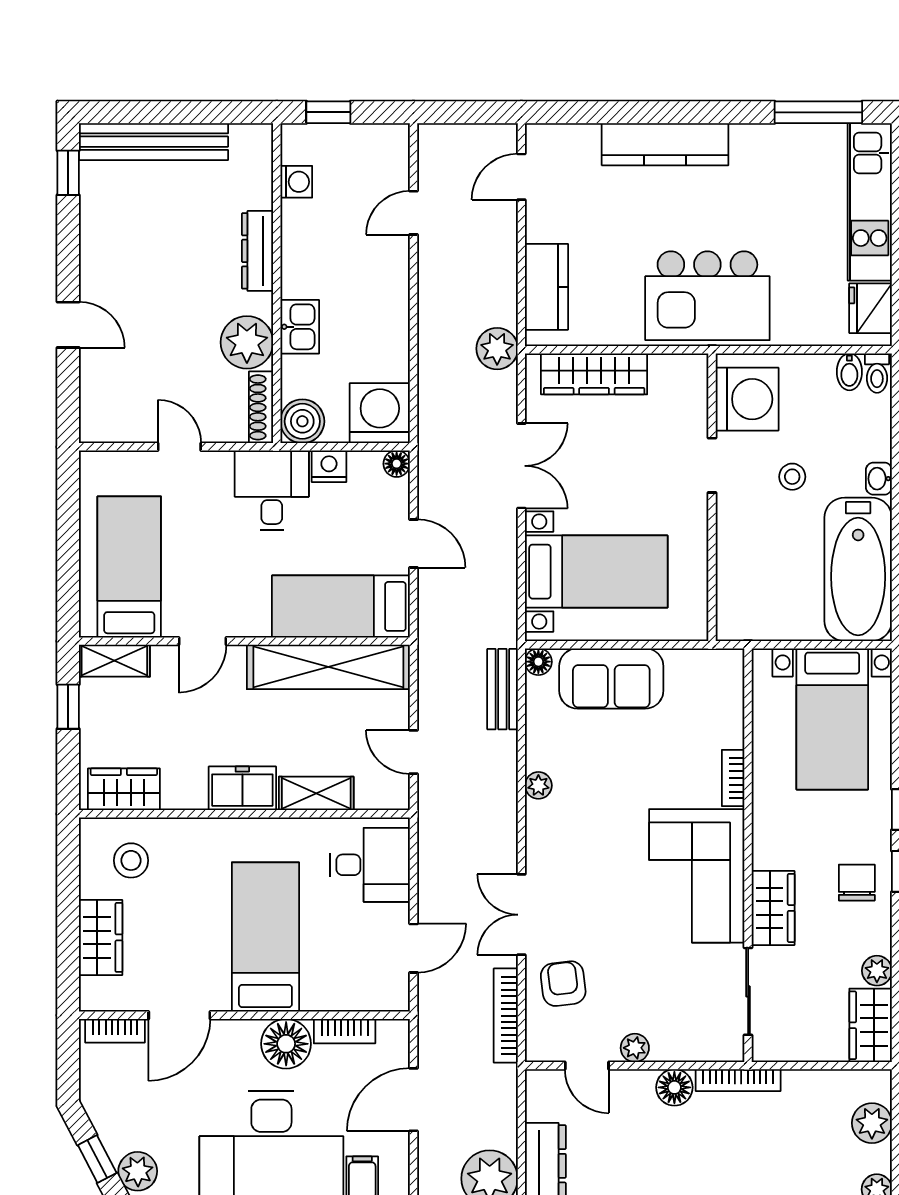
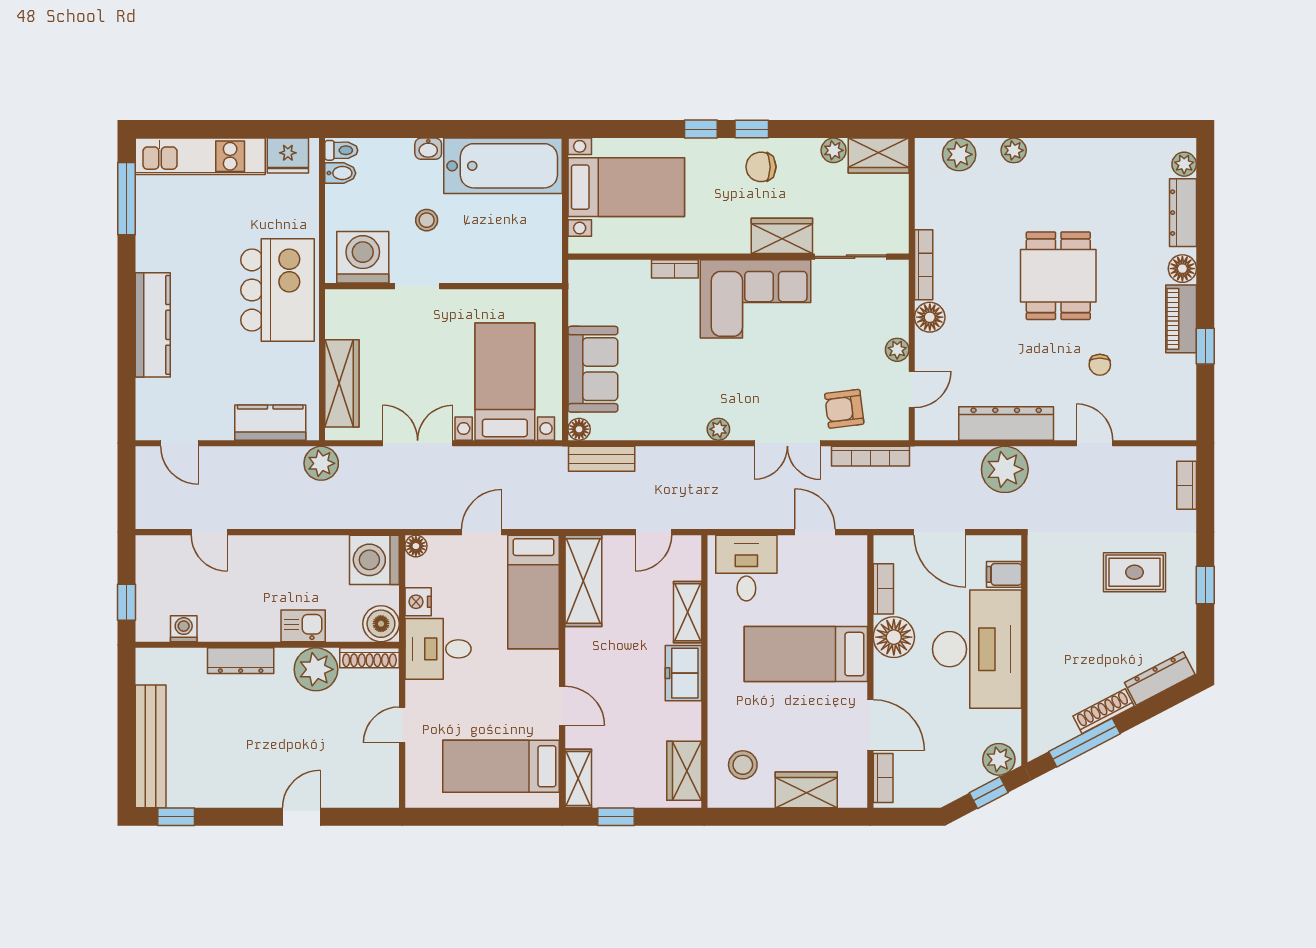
shelving: (328, 667) -> (583, 581), width x0.68
plant: (538, 785) -> (718, 429), moved

